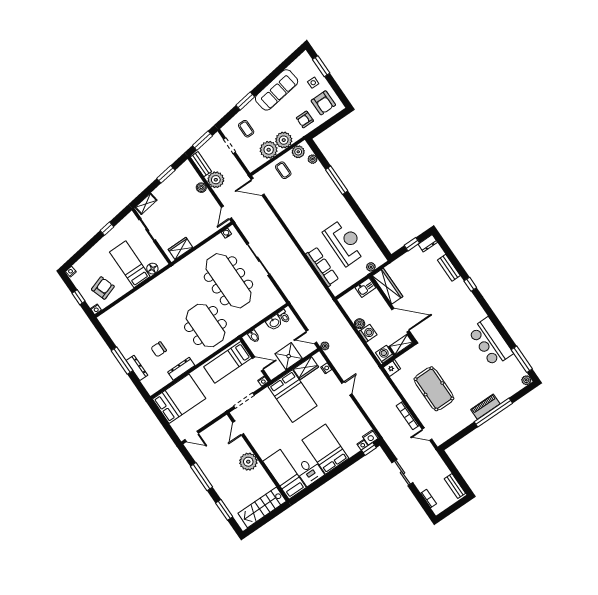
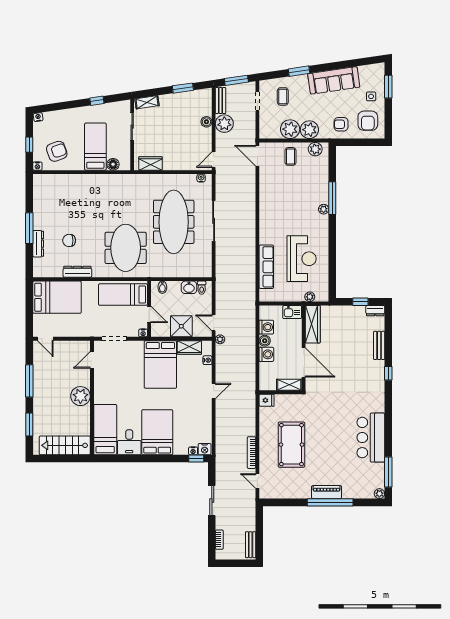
plant: (313, 159) -> (324, 209), moved
washing machine: (385, 354) -> (266, 327), moved, turned 90

